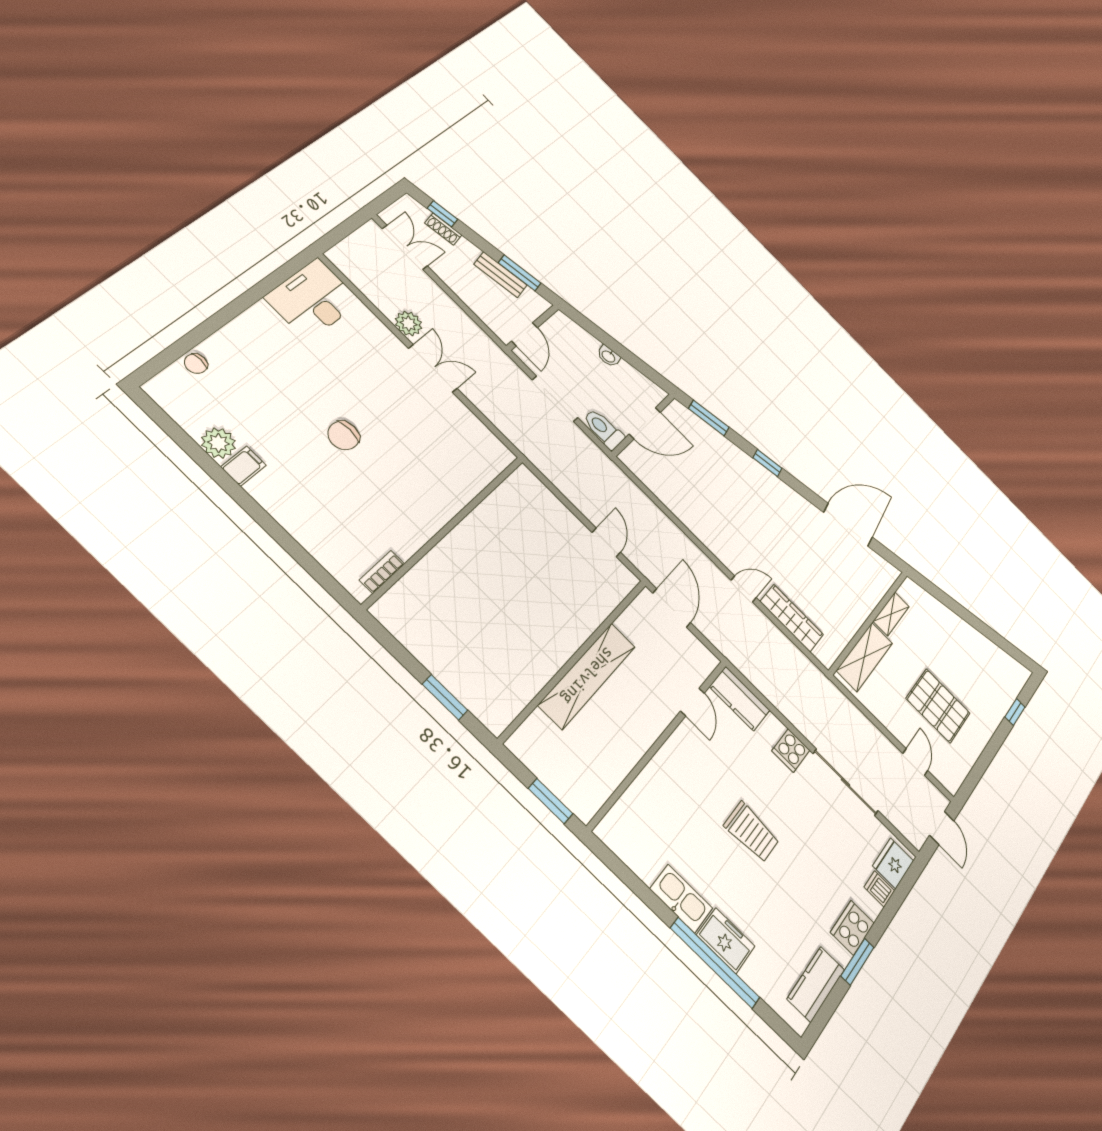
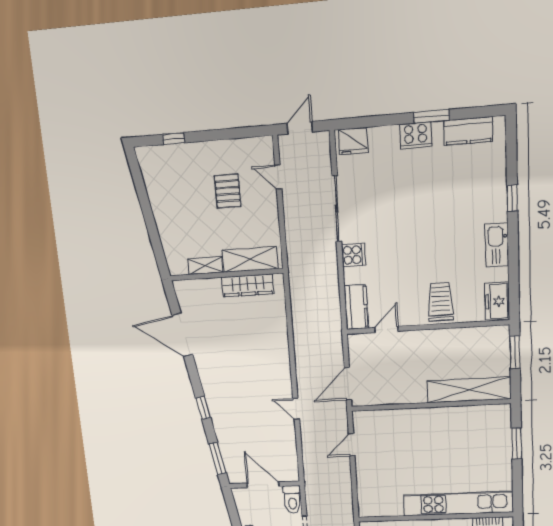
kitchen unit: (437, 568) -> (458, 504), added
door: (744, 589) -> (296, 409), moved
wardrobe: (792, 618) -> (248, 285), moved, turned -90
shelving: (587, 675) -> (469, 390), moved
pallet: (938, 706) -> (228, 191), width x0.67, depth x0.71
door: (915, 762) -> (278, 177), hinge flipped
trolley: (752, 832) -> (440, 302), moved
dishwasher: (879, 889) -> (377, 137), removed
freezer: (726, 941) -> (497, 301), moved
window: (715, 963) -> (512, 198), width x0.32

